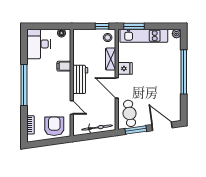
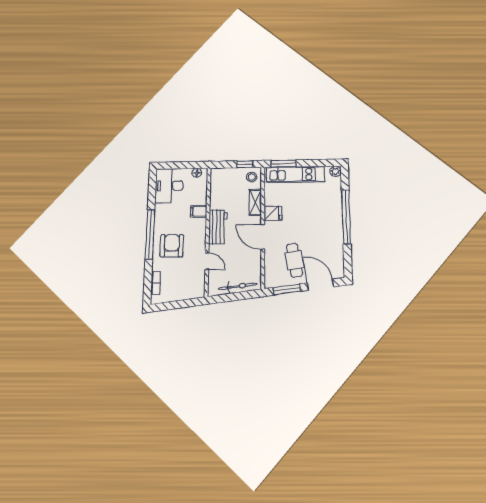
cafe table: (130, 113) -> (294, 260), moved
armchair: (54, 126) -> (172, 246), moved

